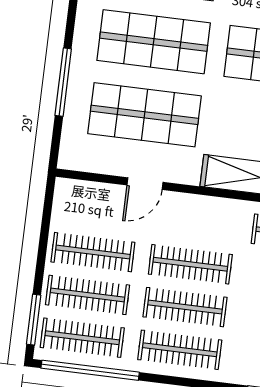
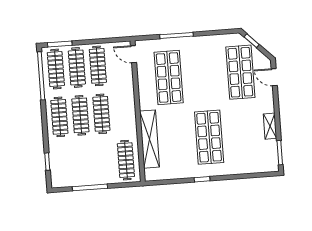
shop shelf: (154, 42) -> (204, 75), removed
door: (145, 184) -> (133, 54), moved

